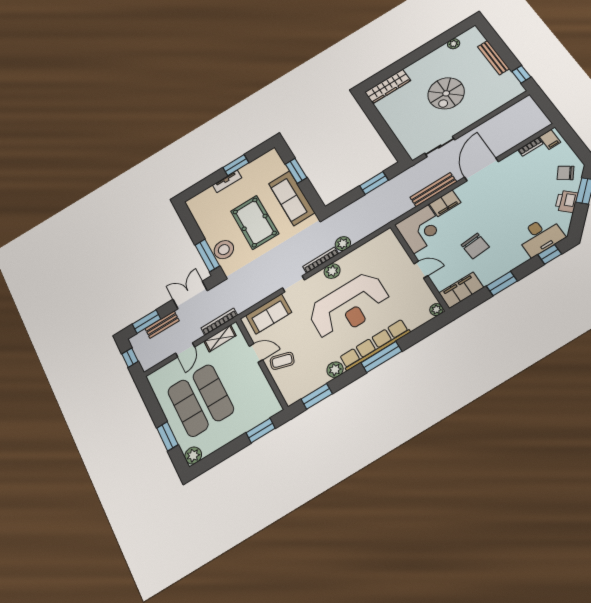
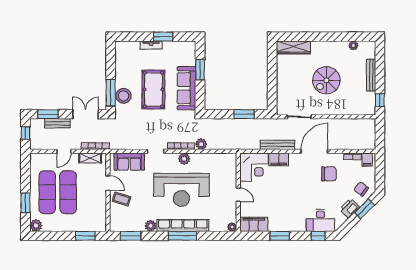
chair: (475, 246) -> (329, 174), moved, turned -85

